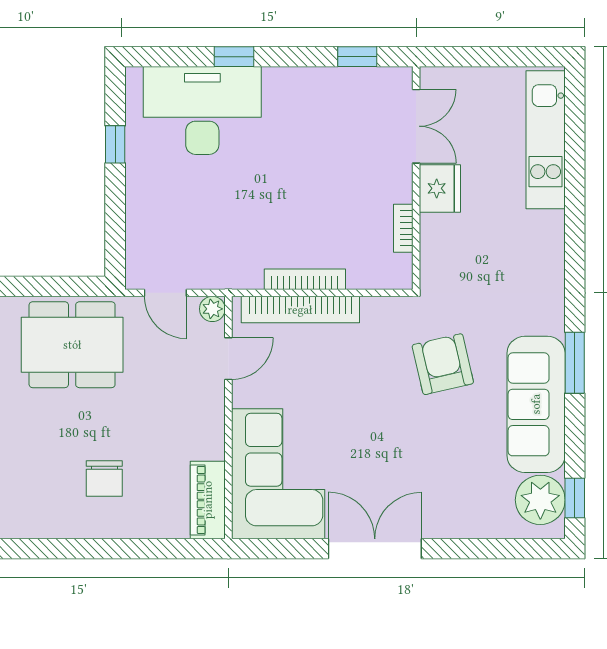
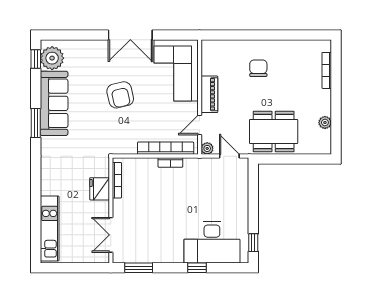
window: (357, 57) -> (139, 268), width x1.50
window: (115, 144) -> (253, 243), moved
fridge: (440, 188) -> (100, 189), moved
bookcase: (403, 228) -> (117, 180), width x1.56
bookcase: (305, 279) -> (170, 162), width x0.64
armchair: (443, 364) -> (120, 95), moved
piano: (208, 500) -> (209, 94), moved

